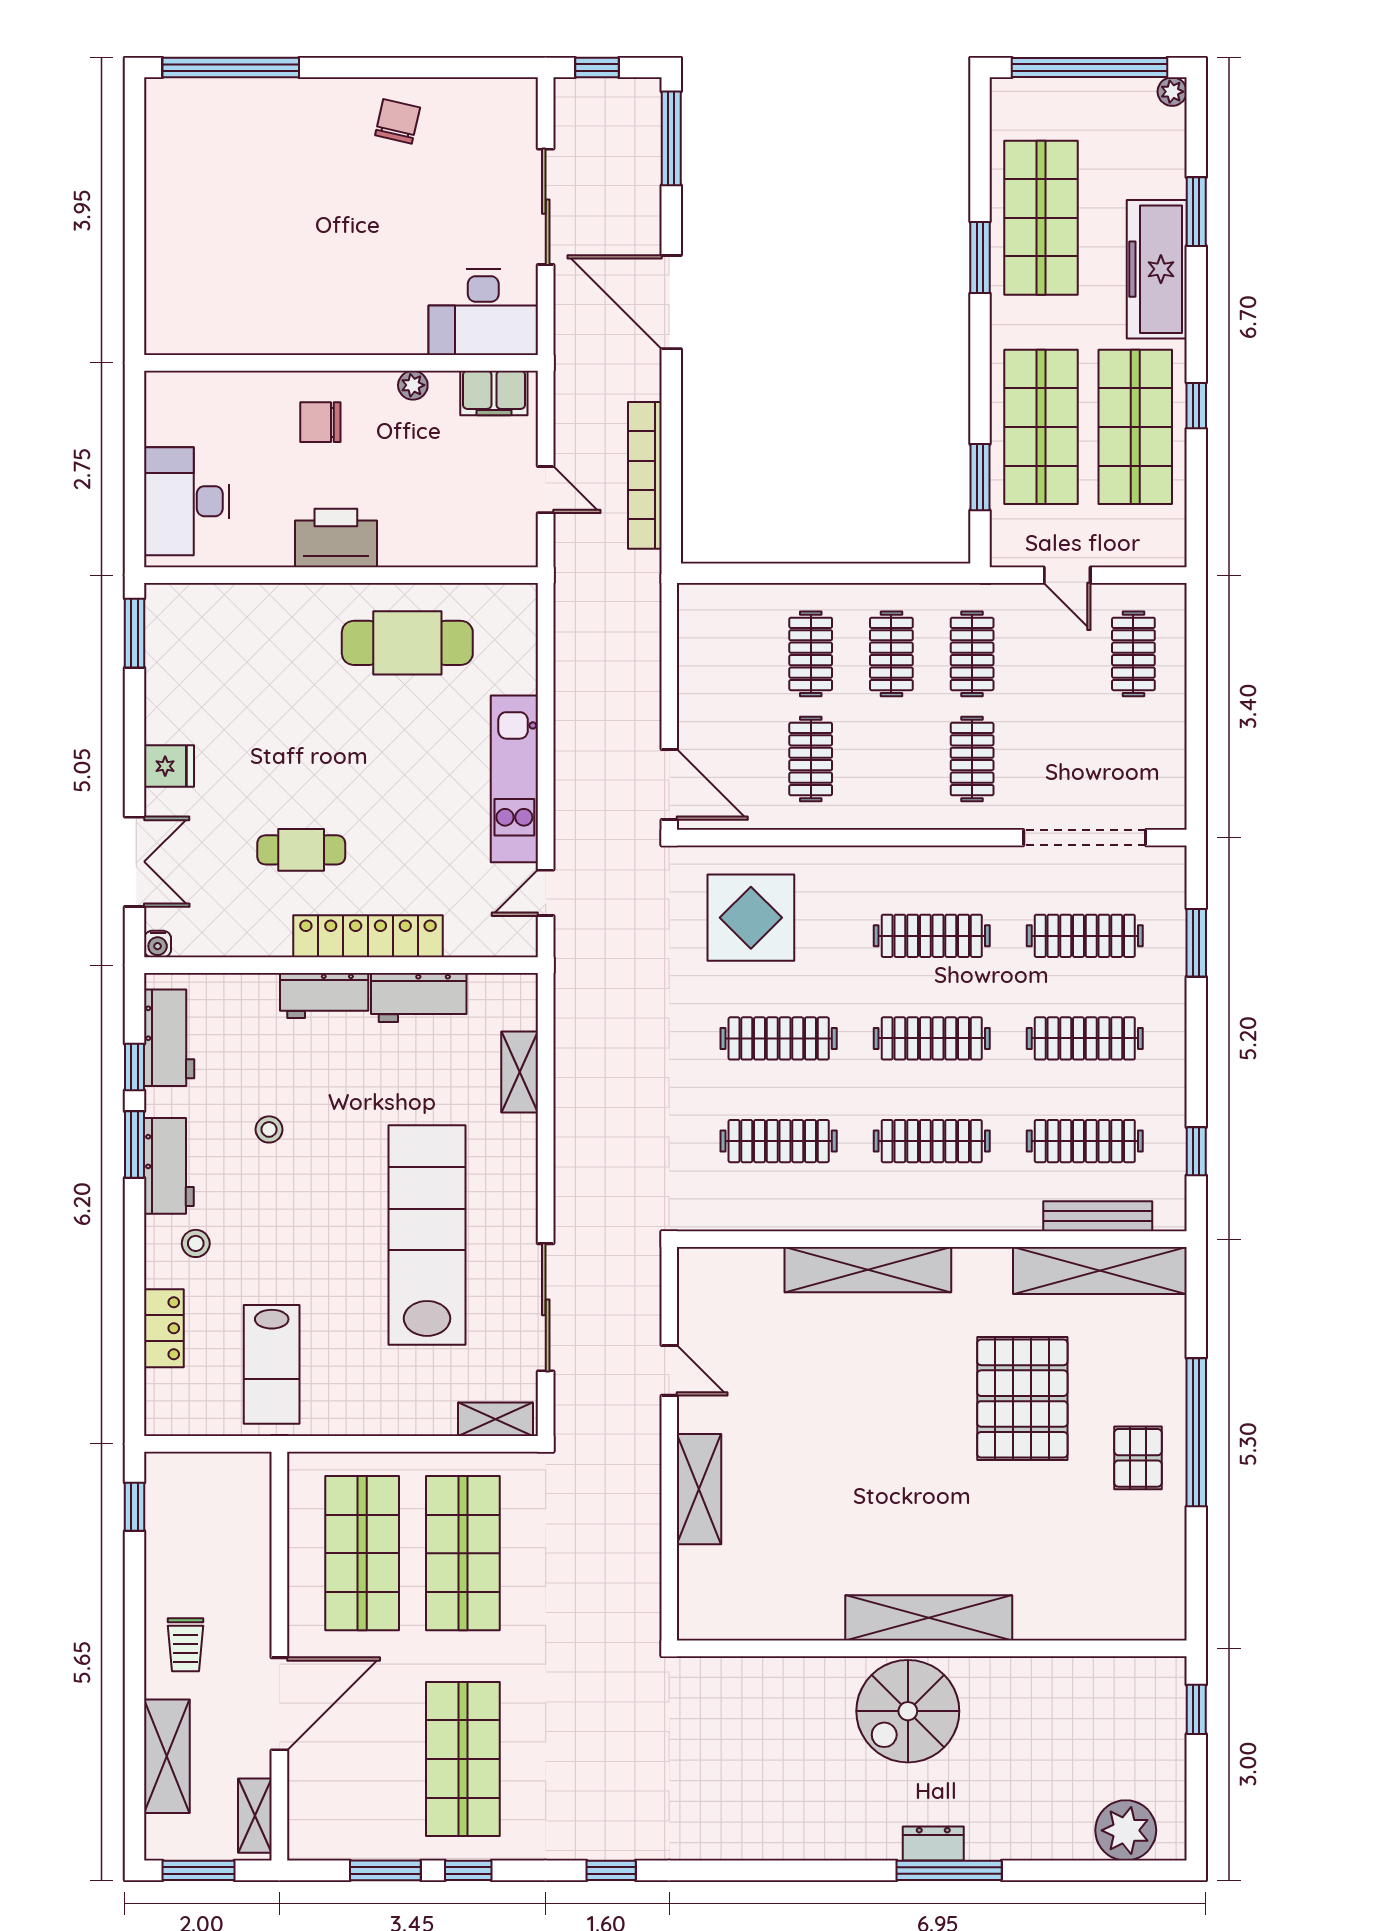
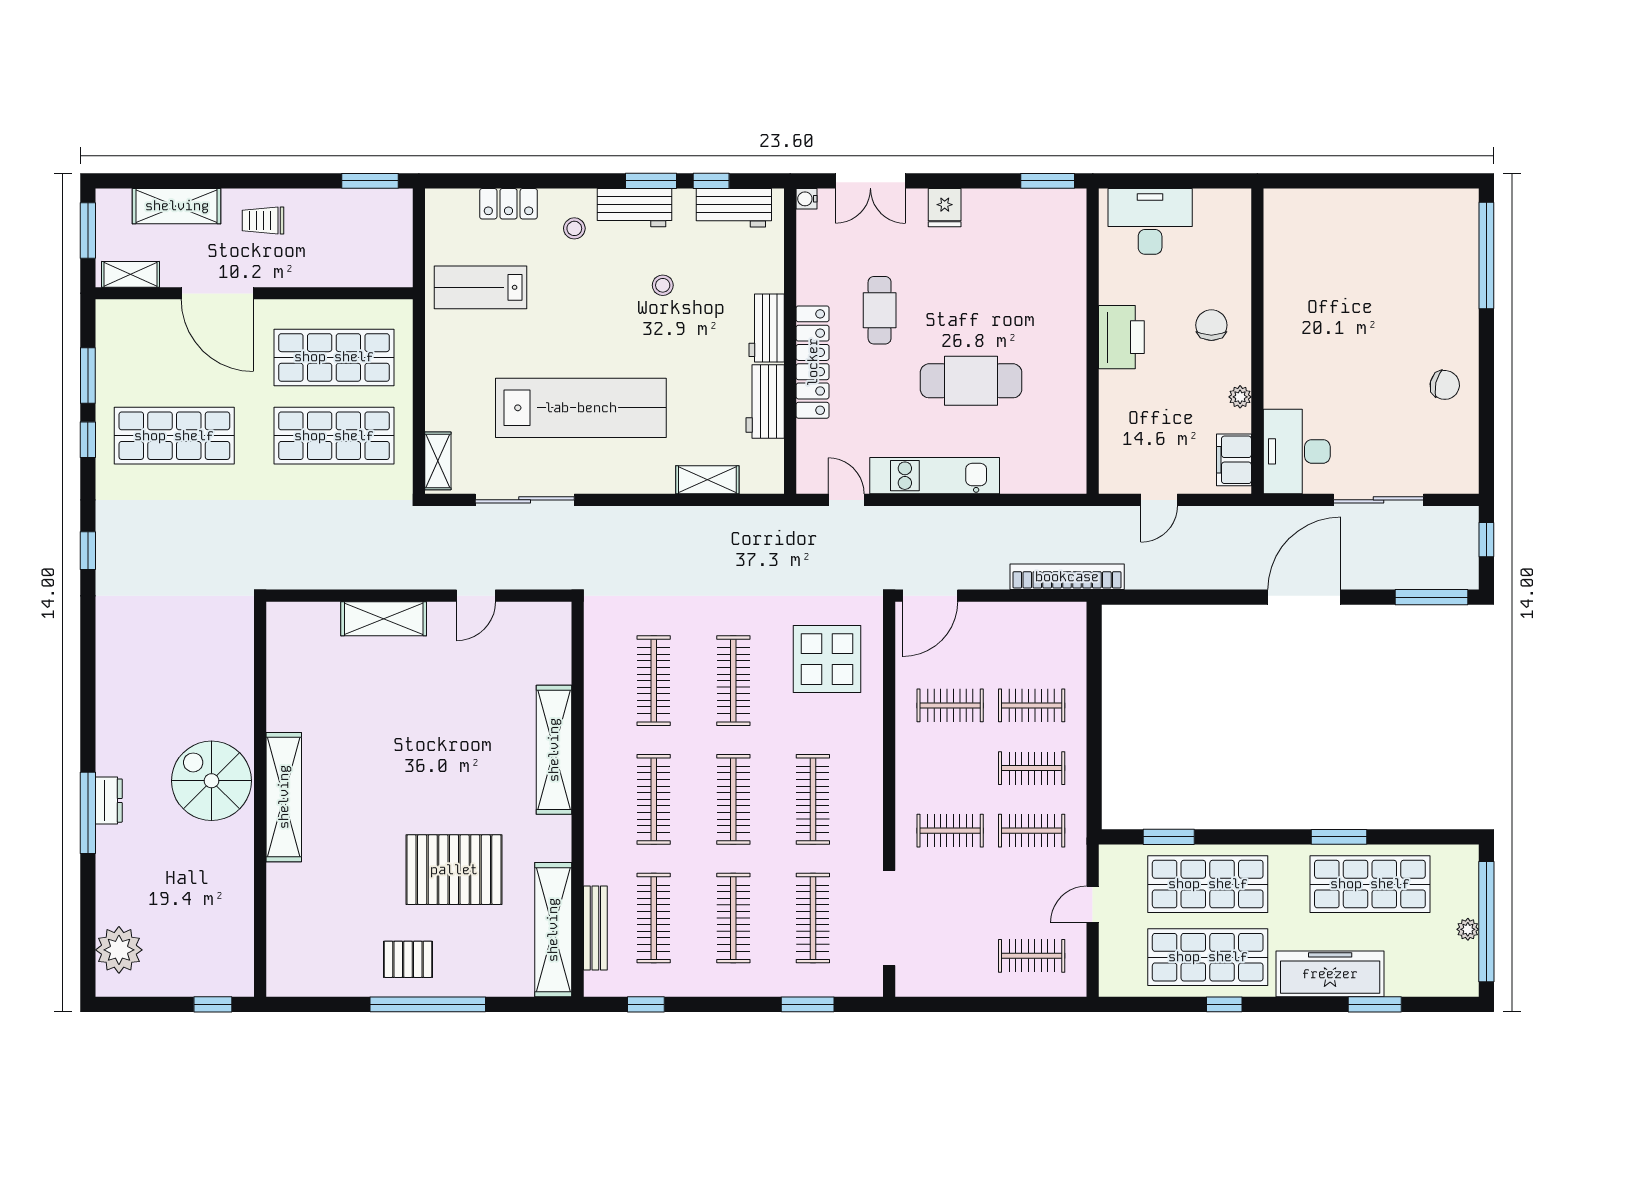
plant: (1172, 92) -> (1468, 929), moved
bookcase: (645, 475) -> (1067, 577), moved
cafe table: (407, 643) -> (971, 381), moved, turned 90
window: (135, 1507) -> (370, 181), width x1.50

